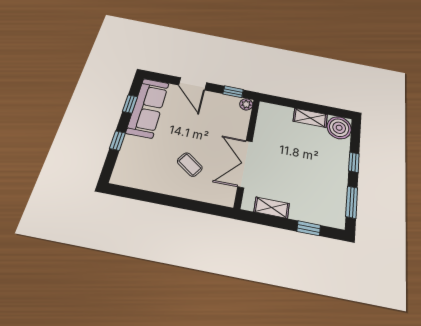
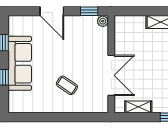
sofa: (148, 108) -> (20, 63), moved
double door: (245, 164) -> (111, 75), swing flipped

